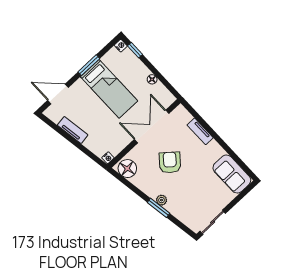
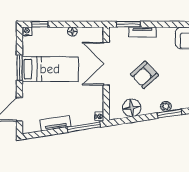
window: (196, 116) -> (128, 24), added
window: (89, 154) -> (84, 127), added
armchair: (170, 163) -> (144, 75), turned -83
floor lamp: (127, 169) -> (132, 108), moved

